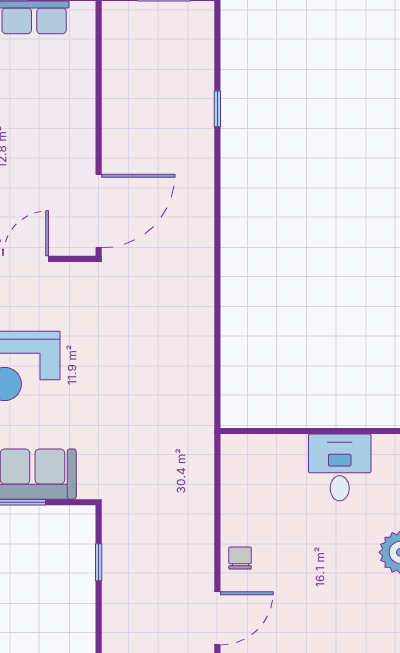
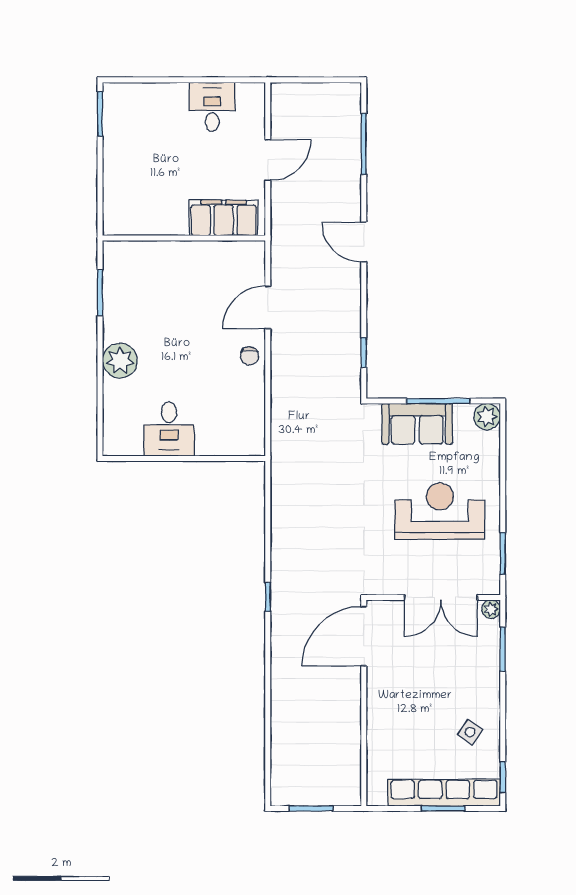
window: (217, 109) -> (268, 597), moved

